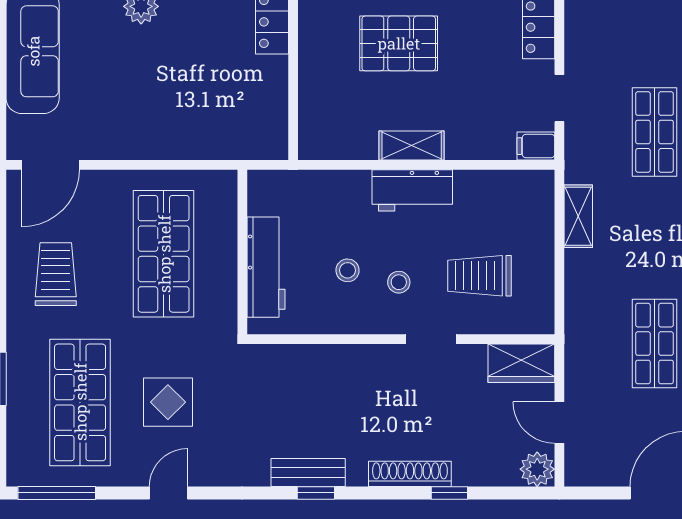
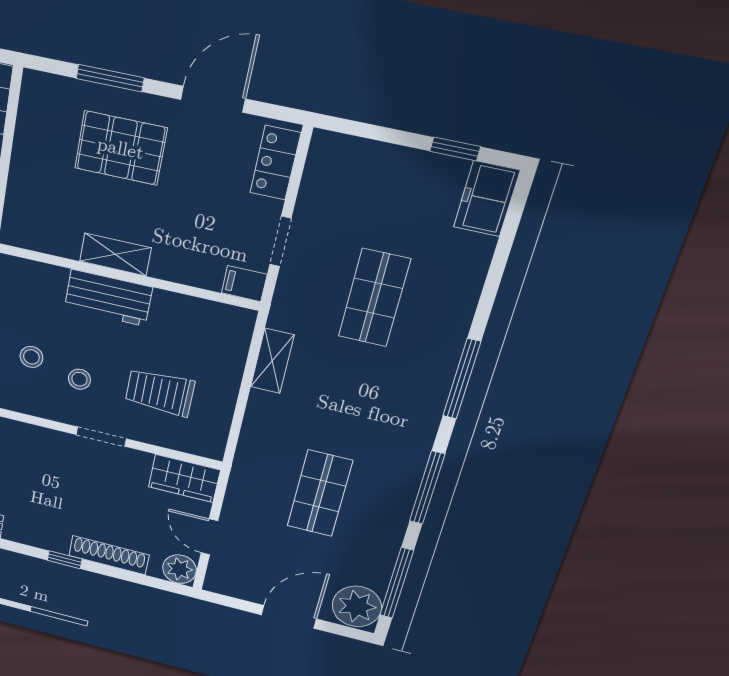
shoe rack: (410, 474) -> (109, 555), moved
window: (449, 493) -> (65, 560), moved

